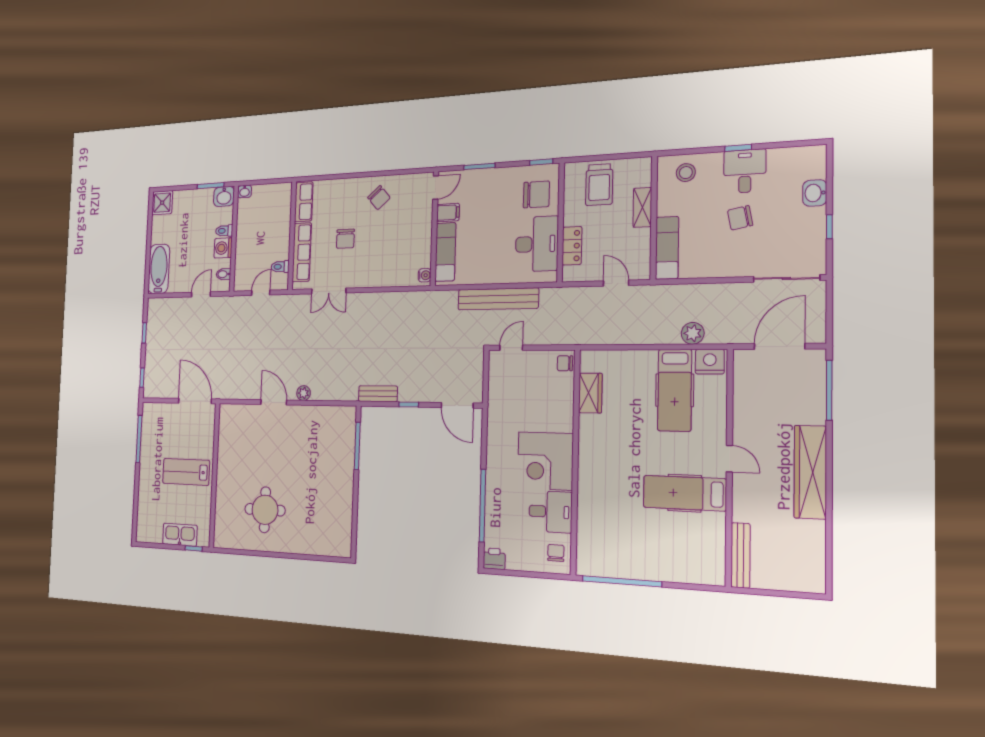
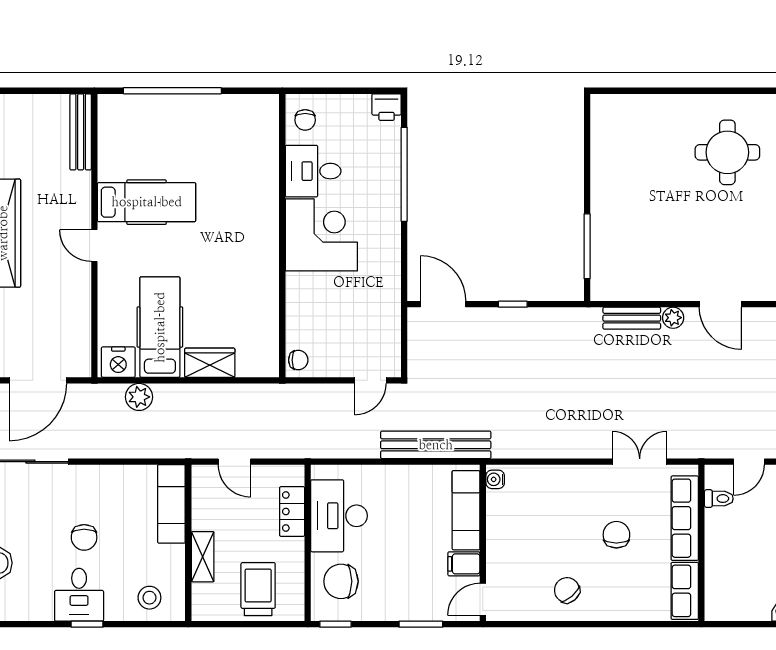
chair: (740, 218) -> (84, 537), turned 101
bench: (498, 299) -> (436, 445), moved
wardrobe: (590, 393) -> (210, 363), moved, turned 90
bench: (378, 394) -> (632, 318), moved
window: (622, 581) -> (172, 91), moved

